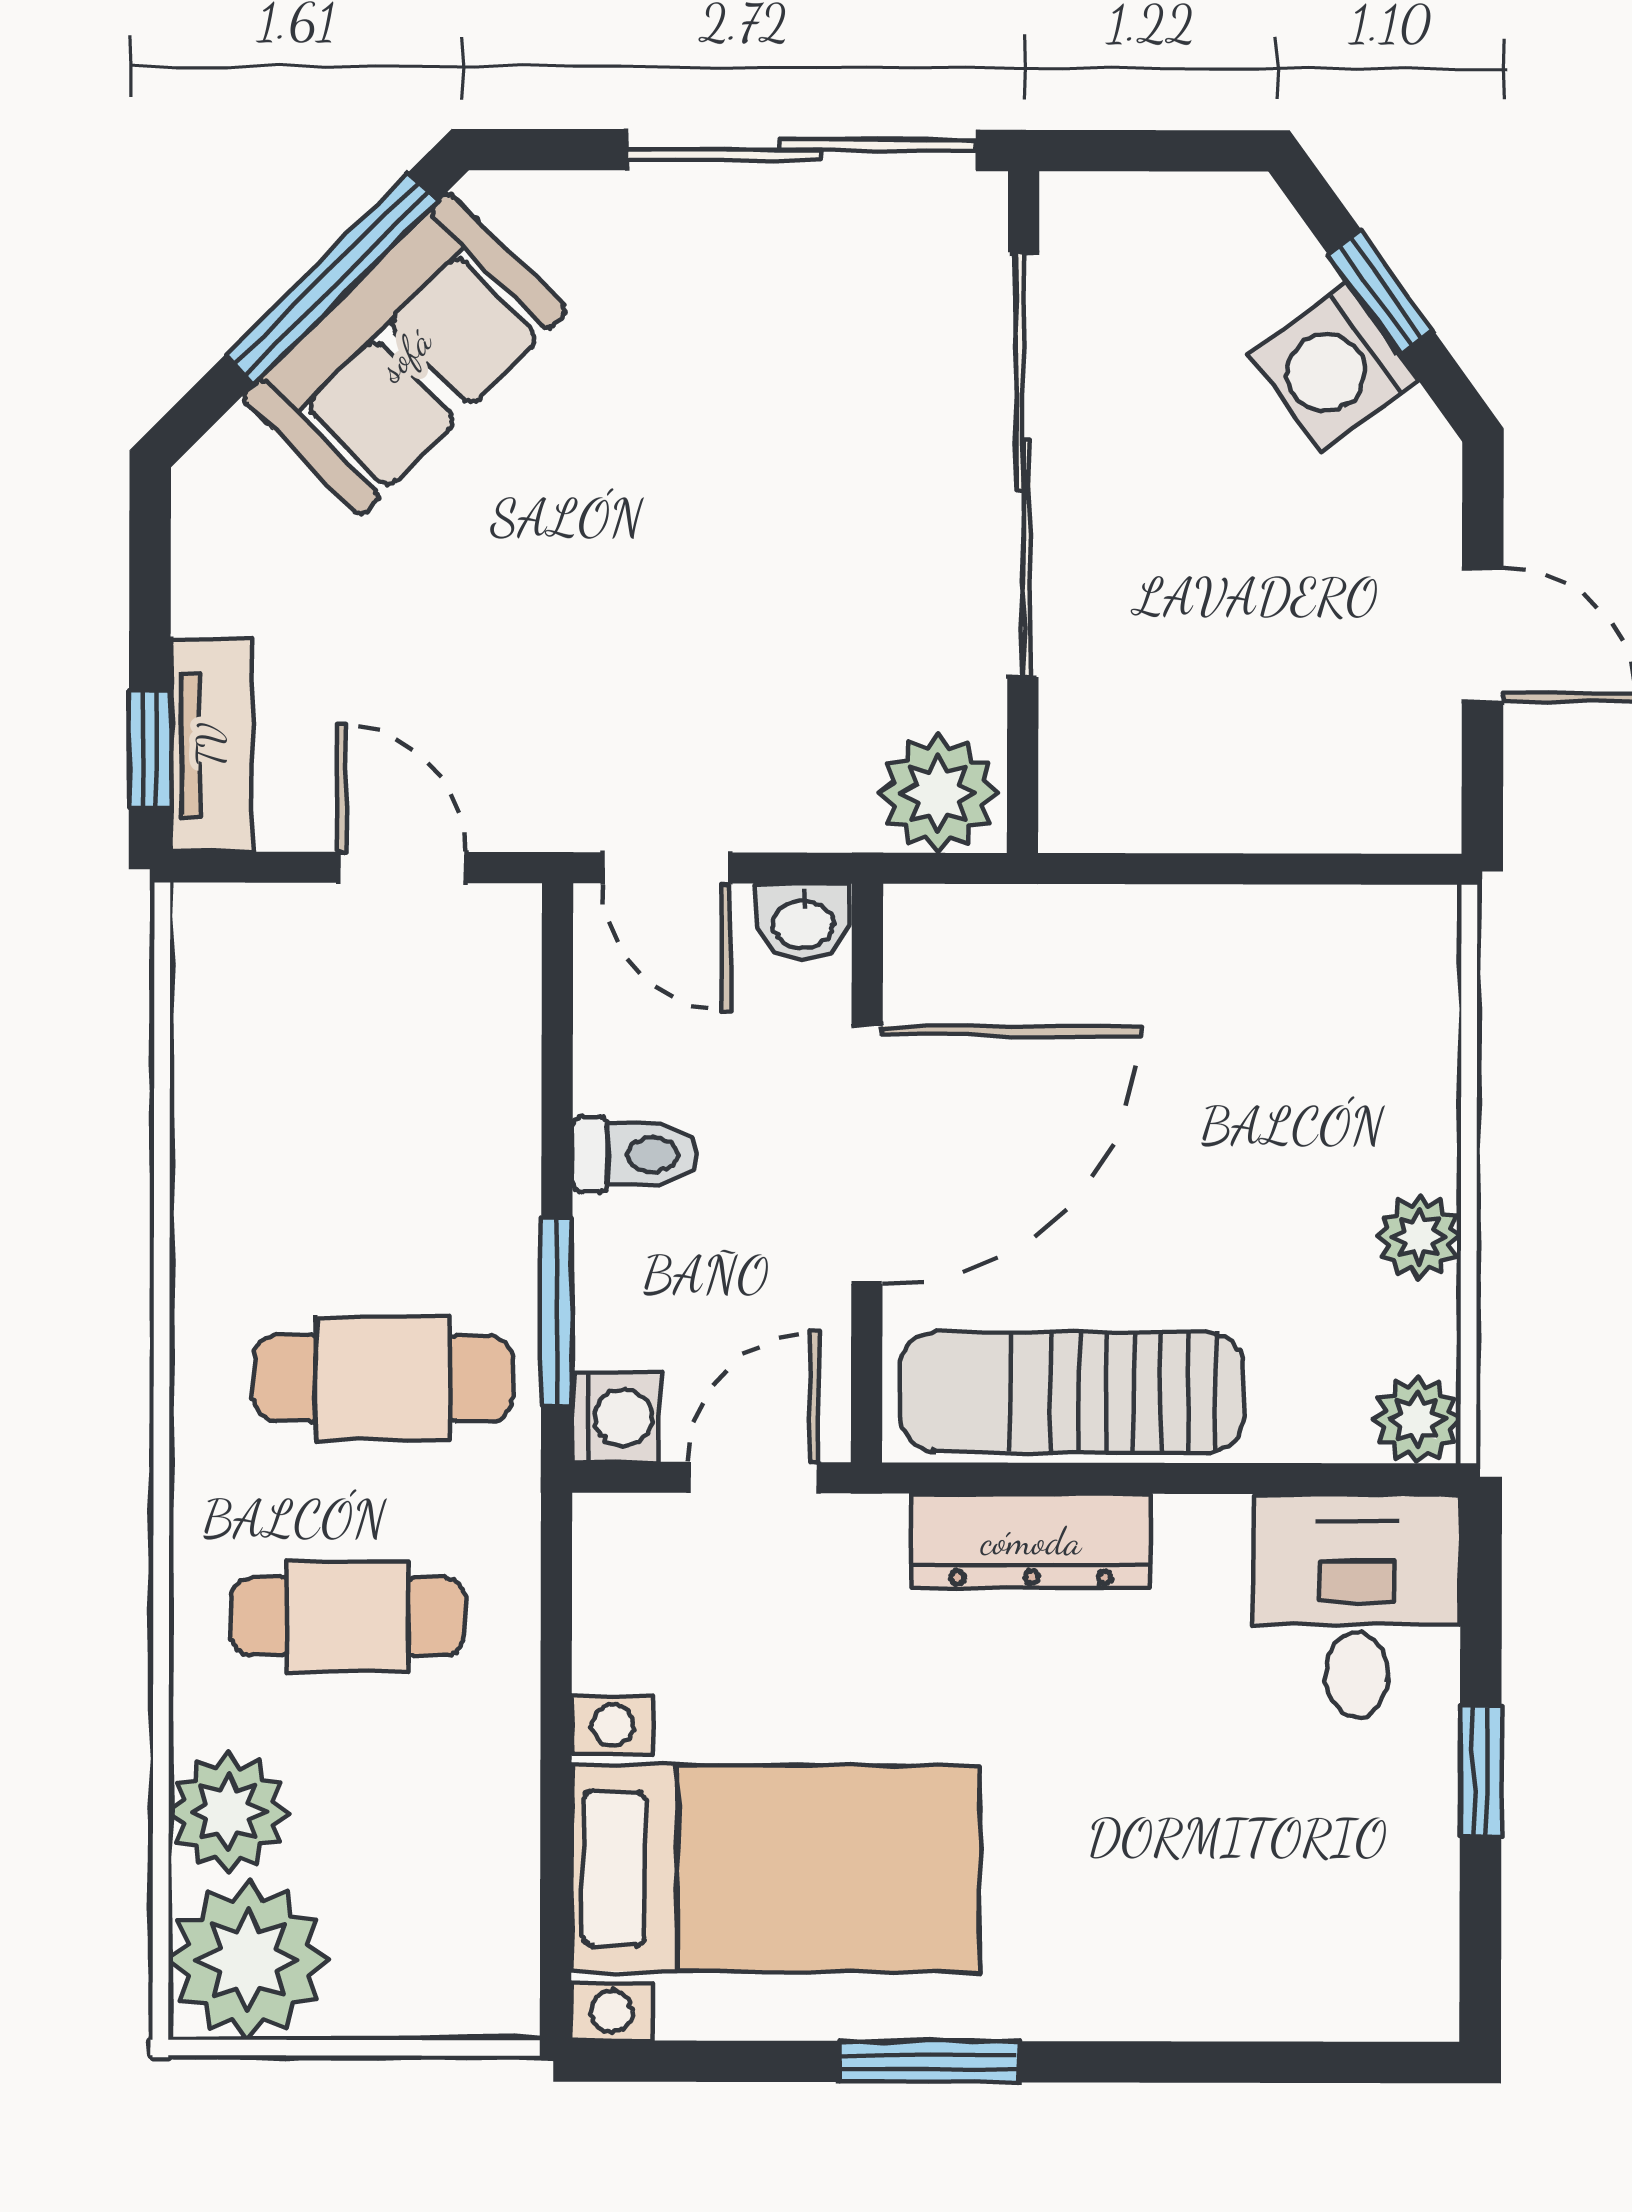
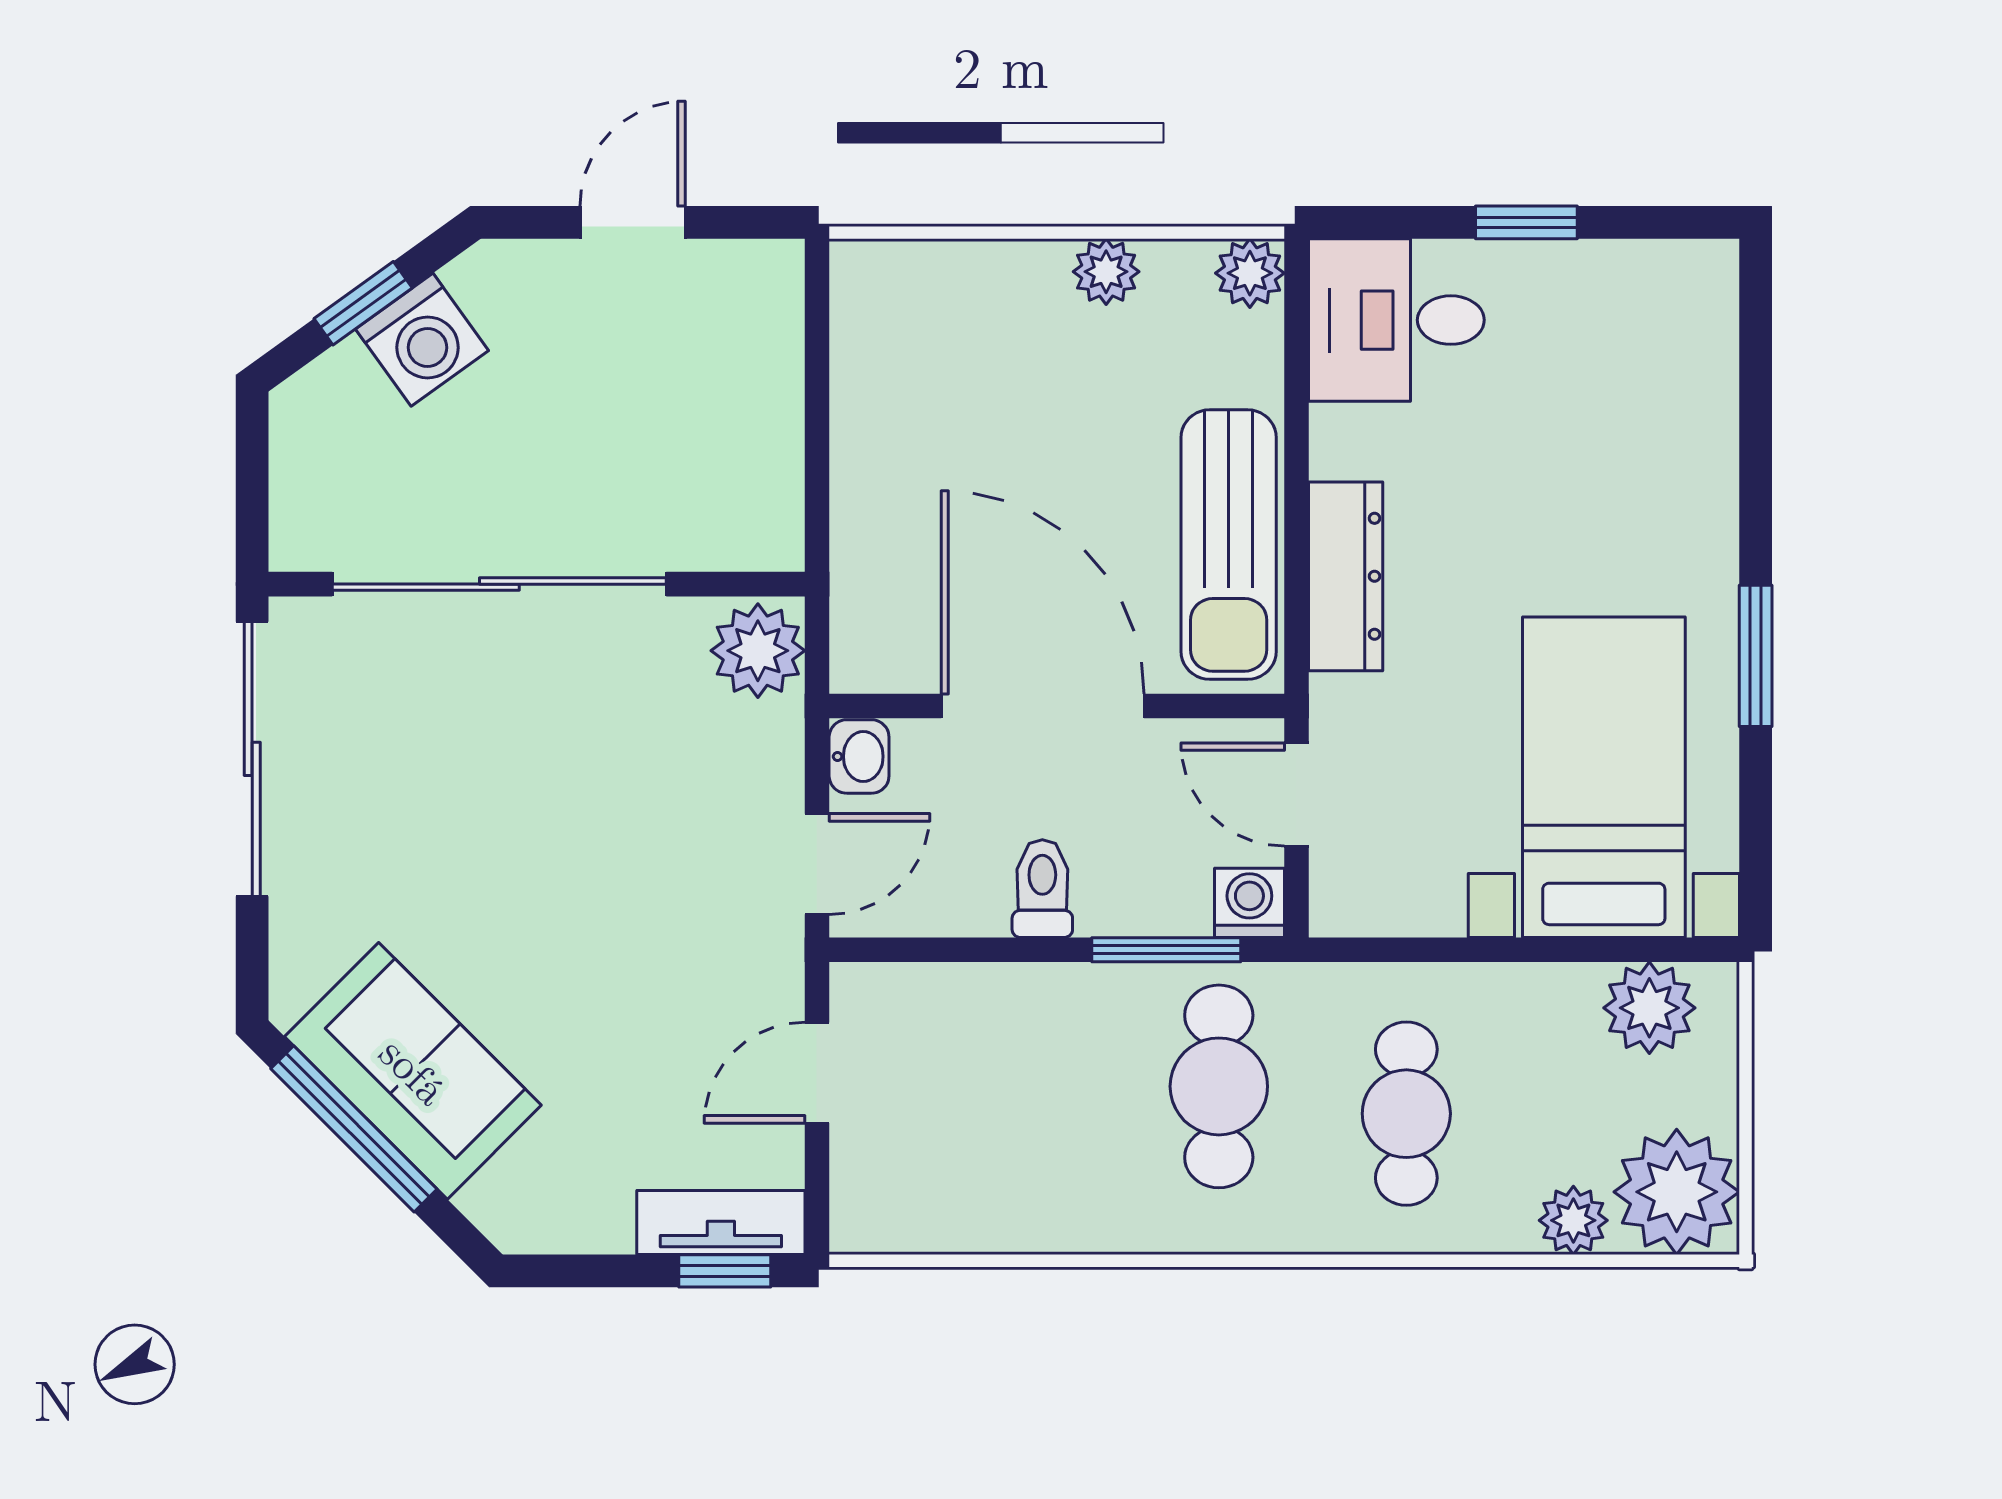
plant: (228, 1812) -> (1573, 1220), width x0.73, depth x0.73
plant: (482, 1926) -> (1649, 1008), added

